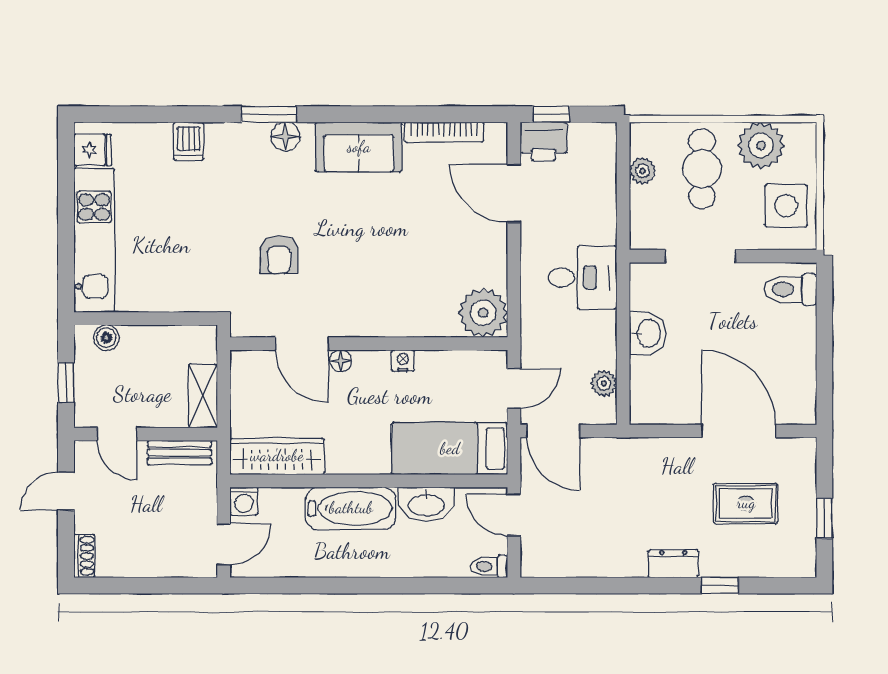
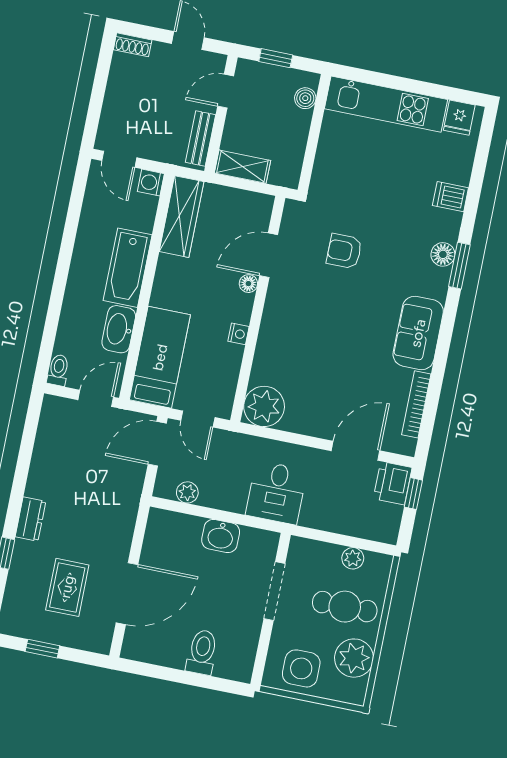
floor lamp: (285, 136) -> (443, 254), moved
toilet: (790, 289) -> (202, 652), moved

